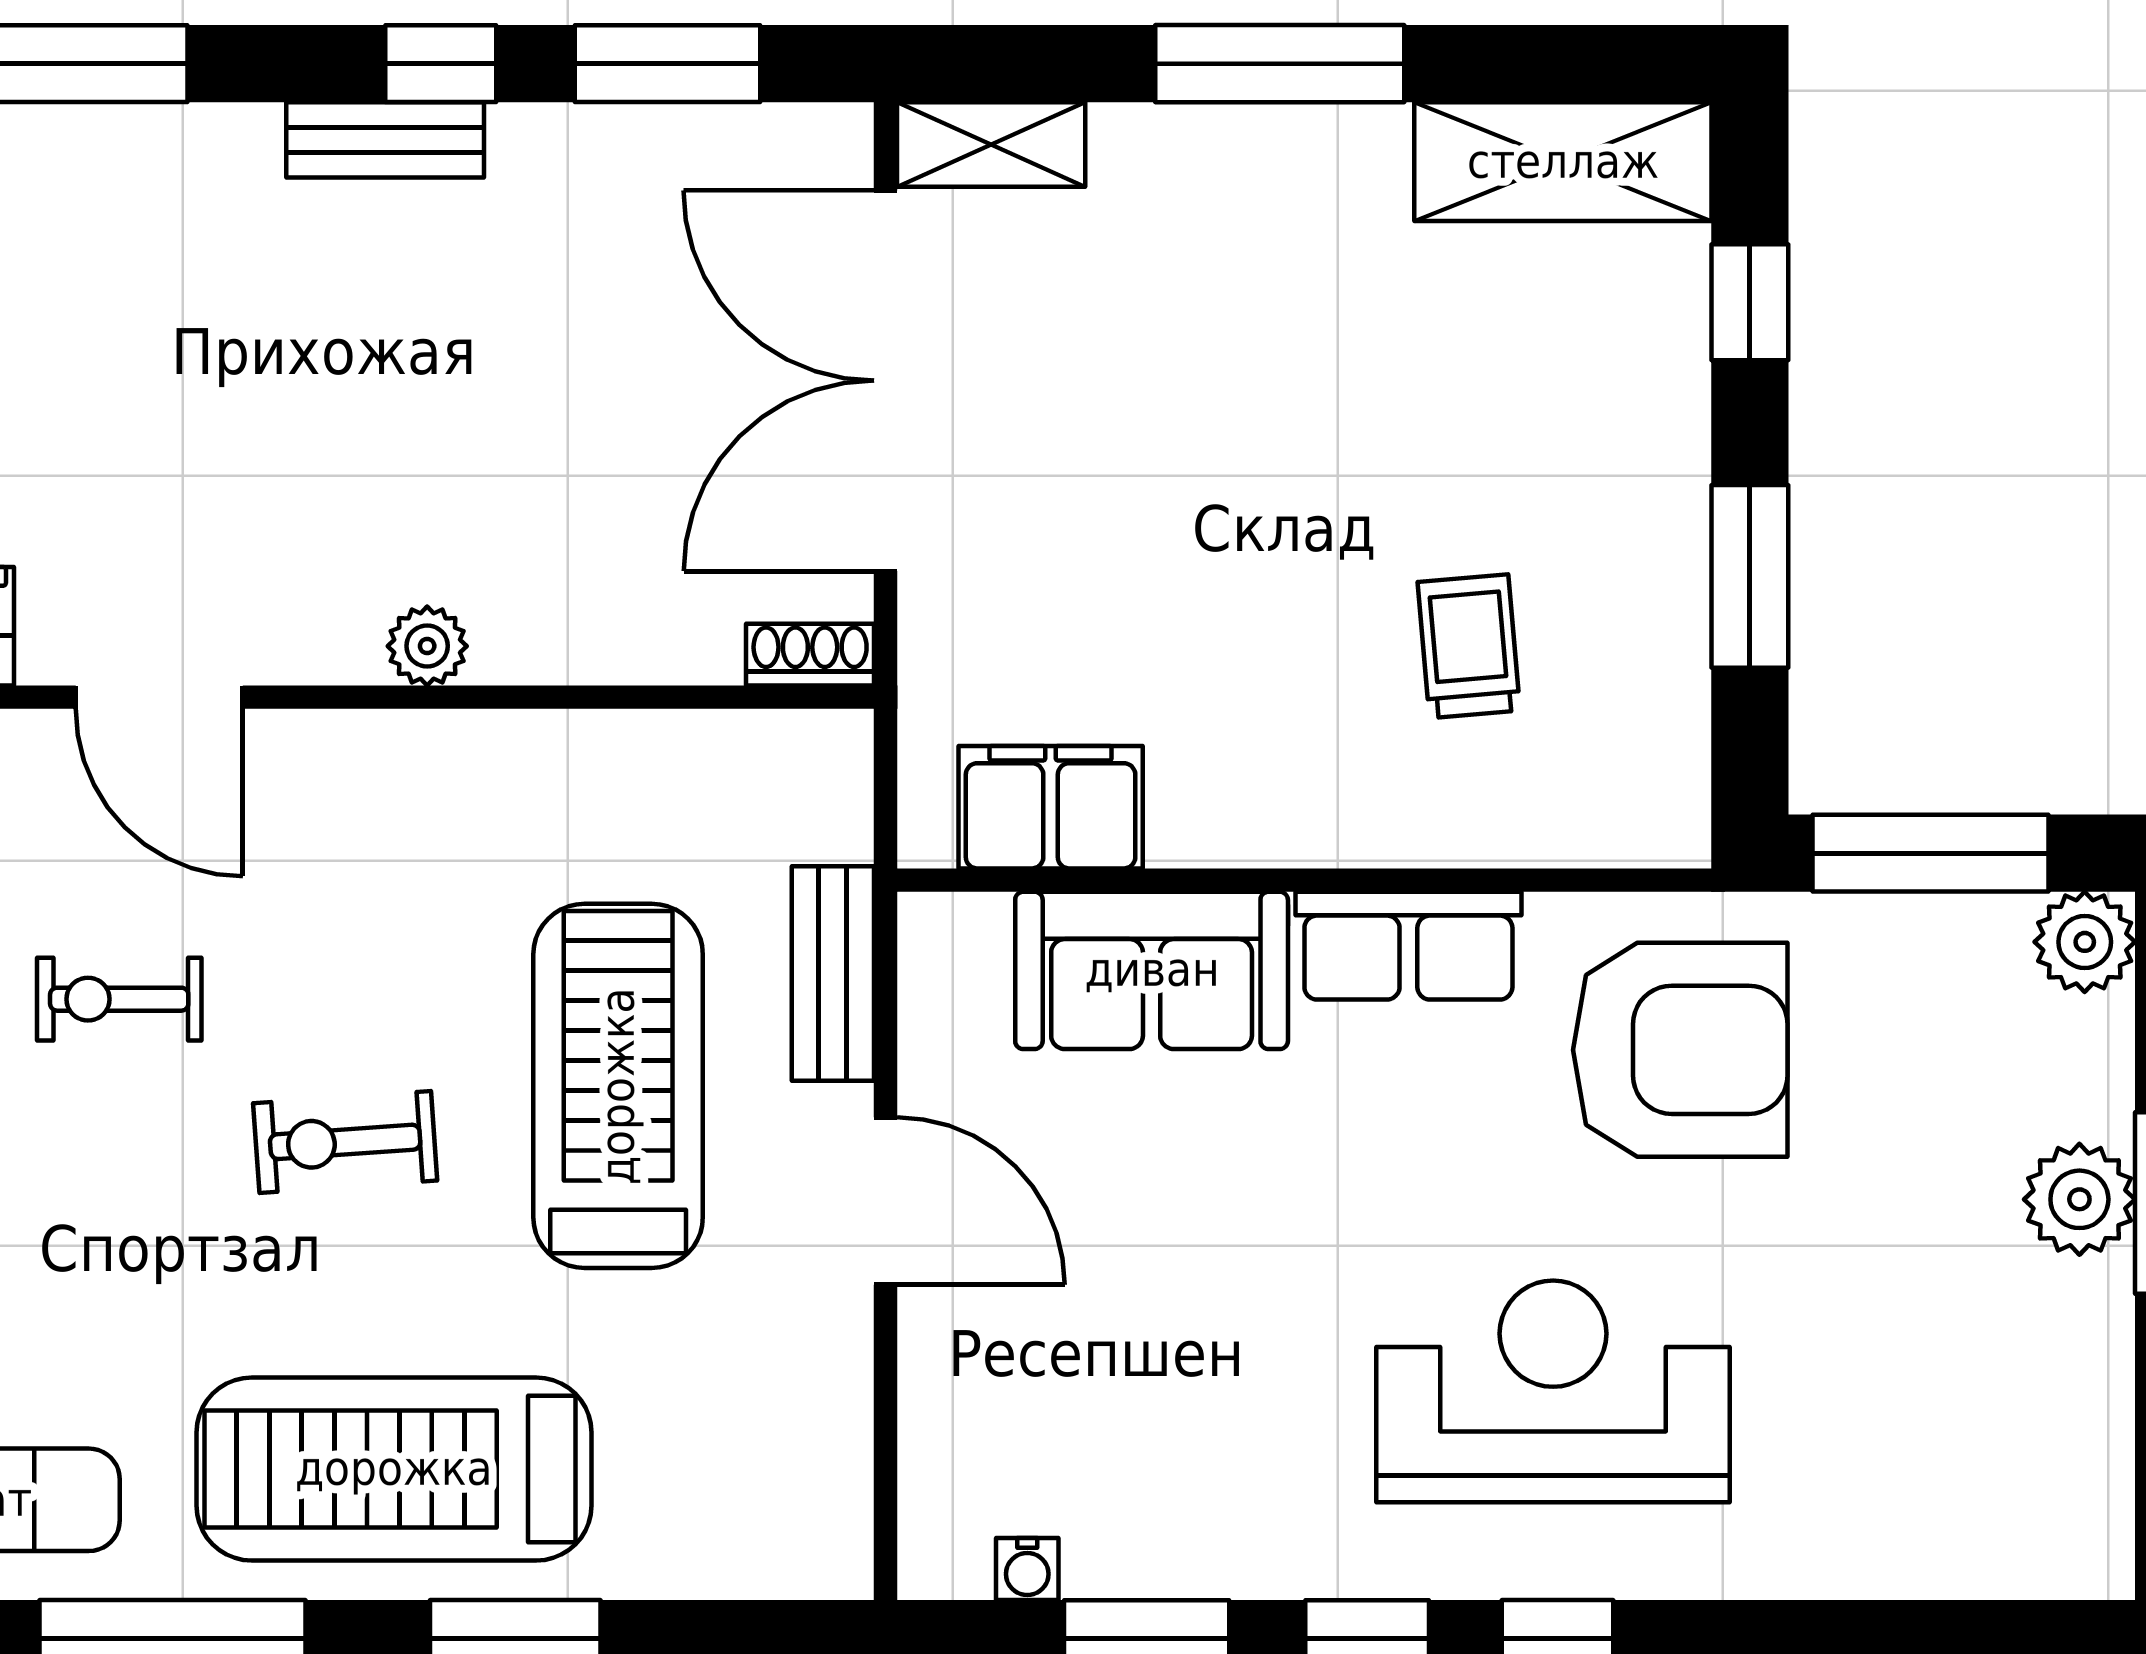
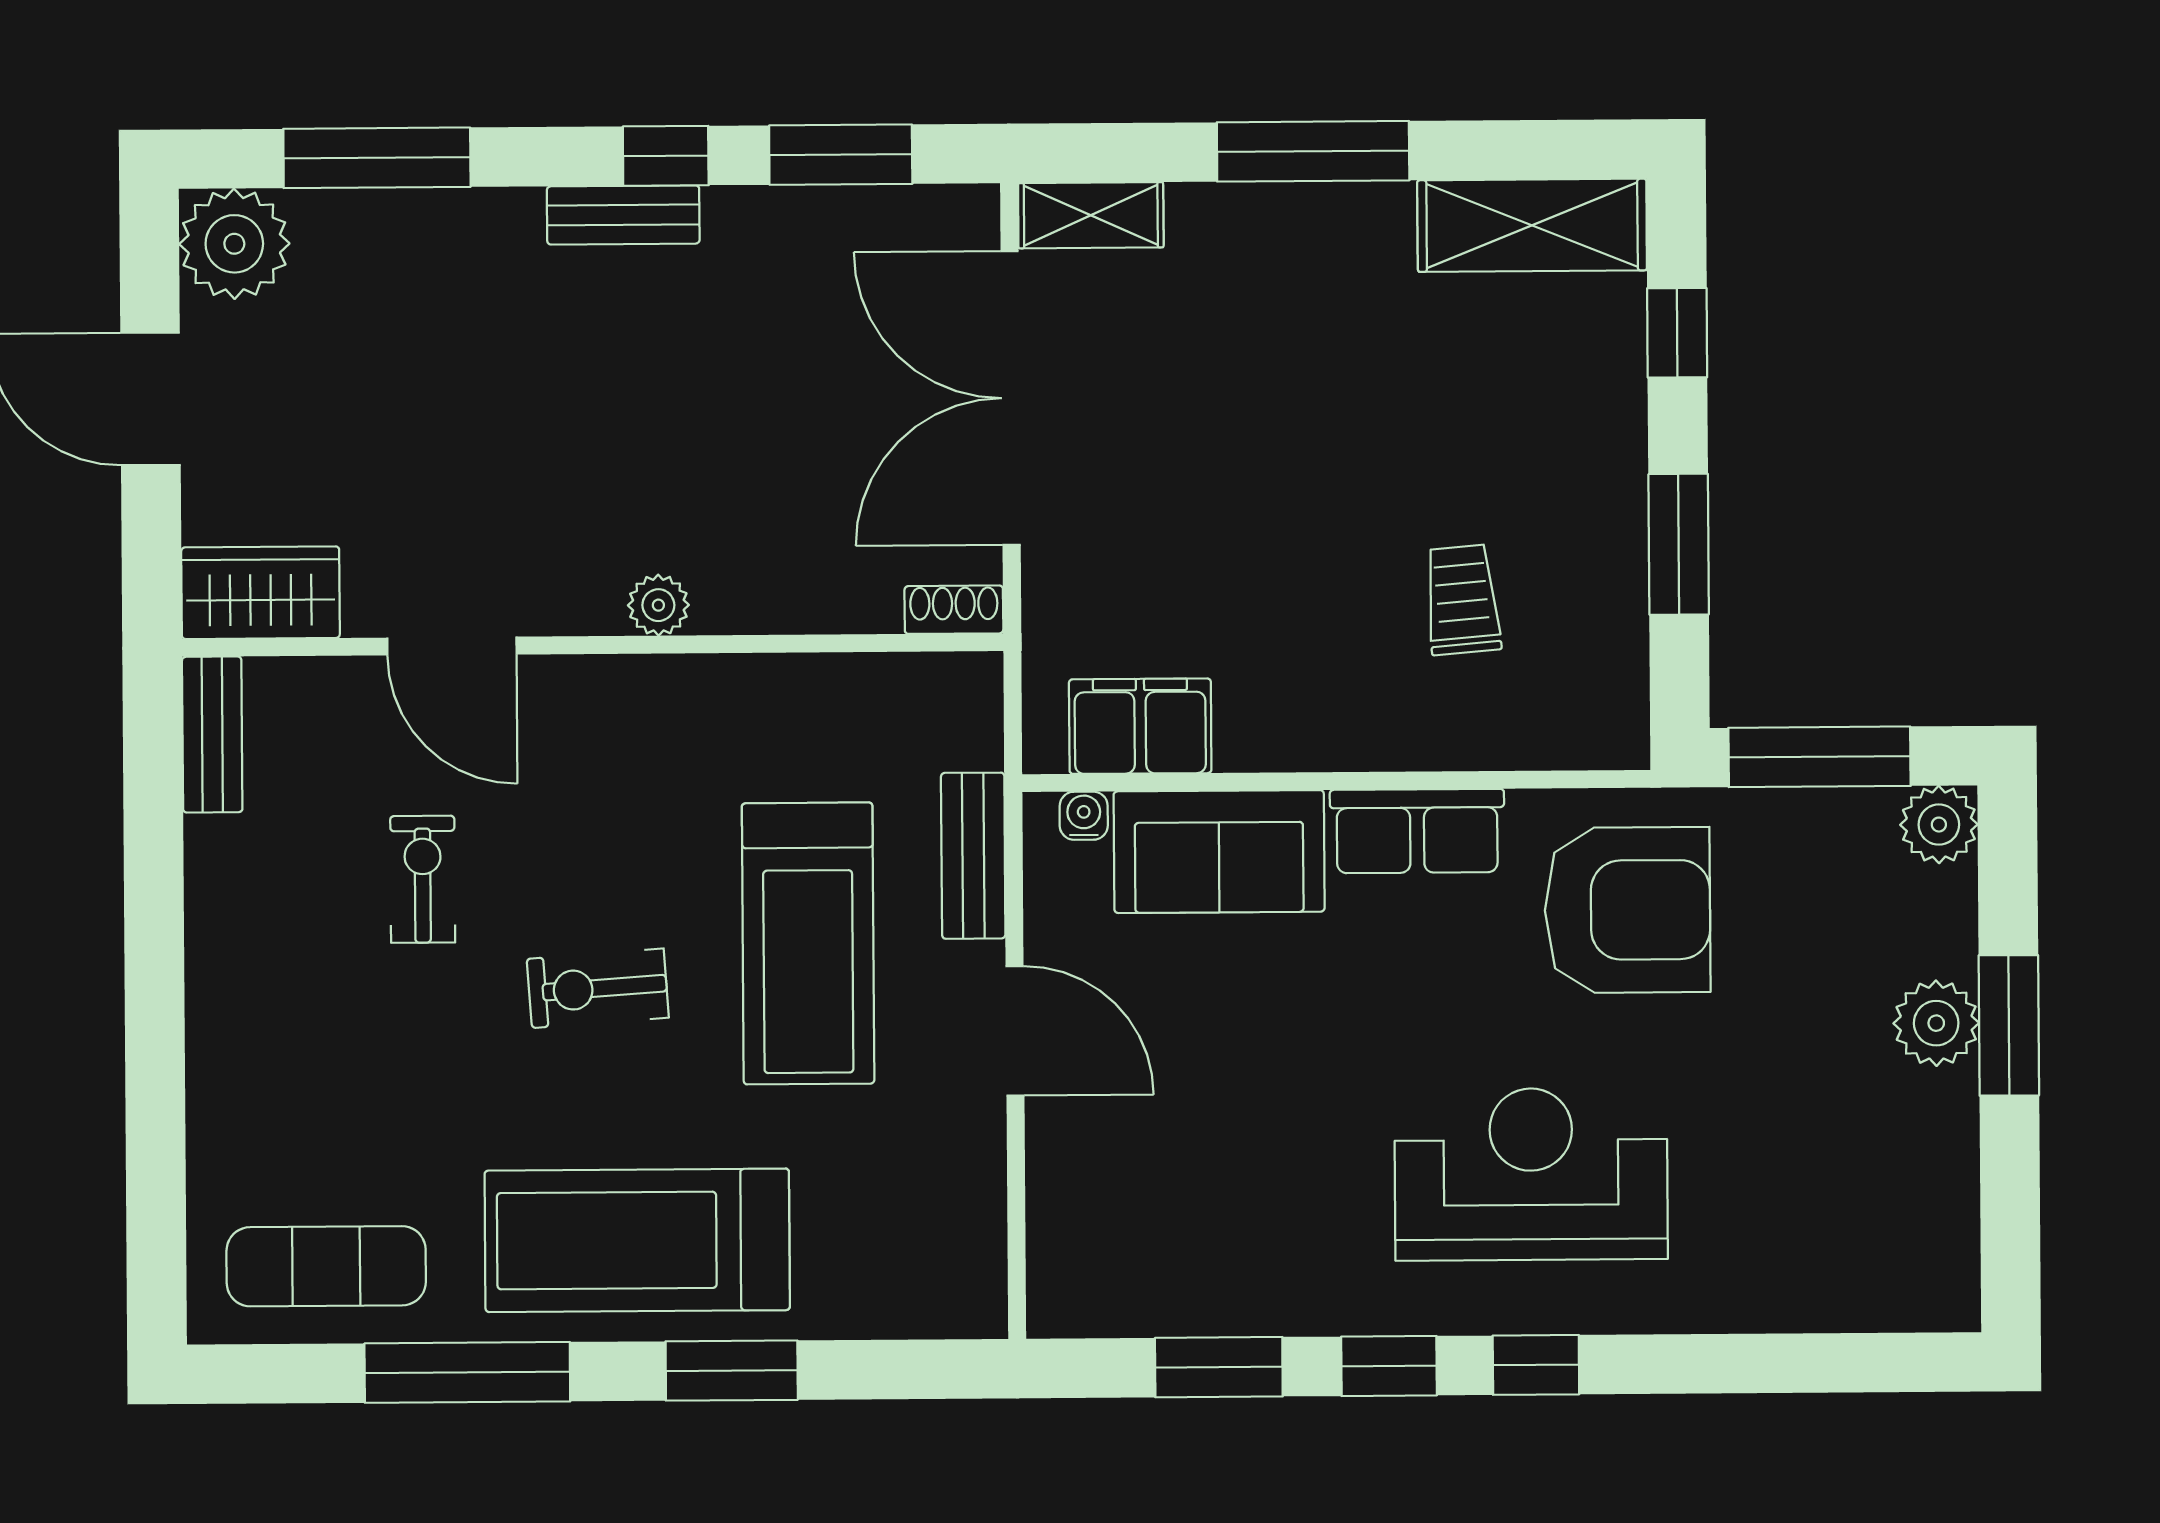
exercise bike: (119, 999) -> (423, 879), turned 90
treadmill: (618, 1086) -> (808, 943), turned 180
water cooler: (1027, 1569) -> (1084, 816), moved, turned 180

